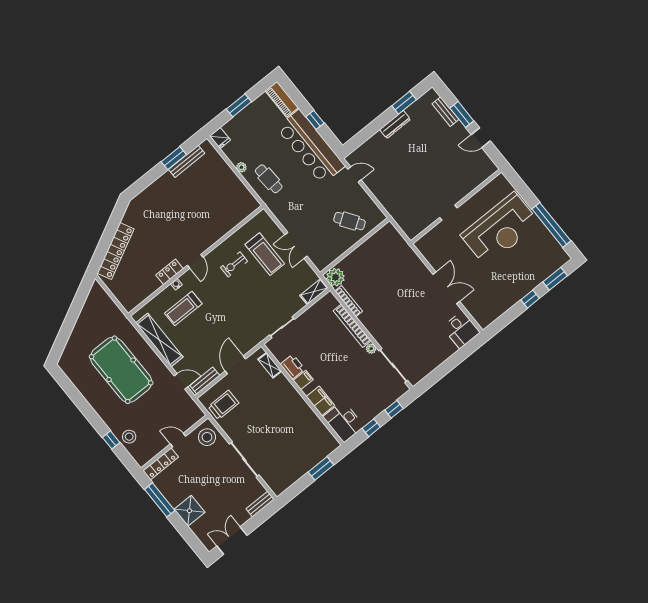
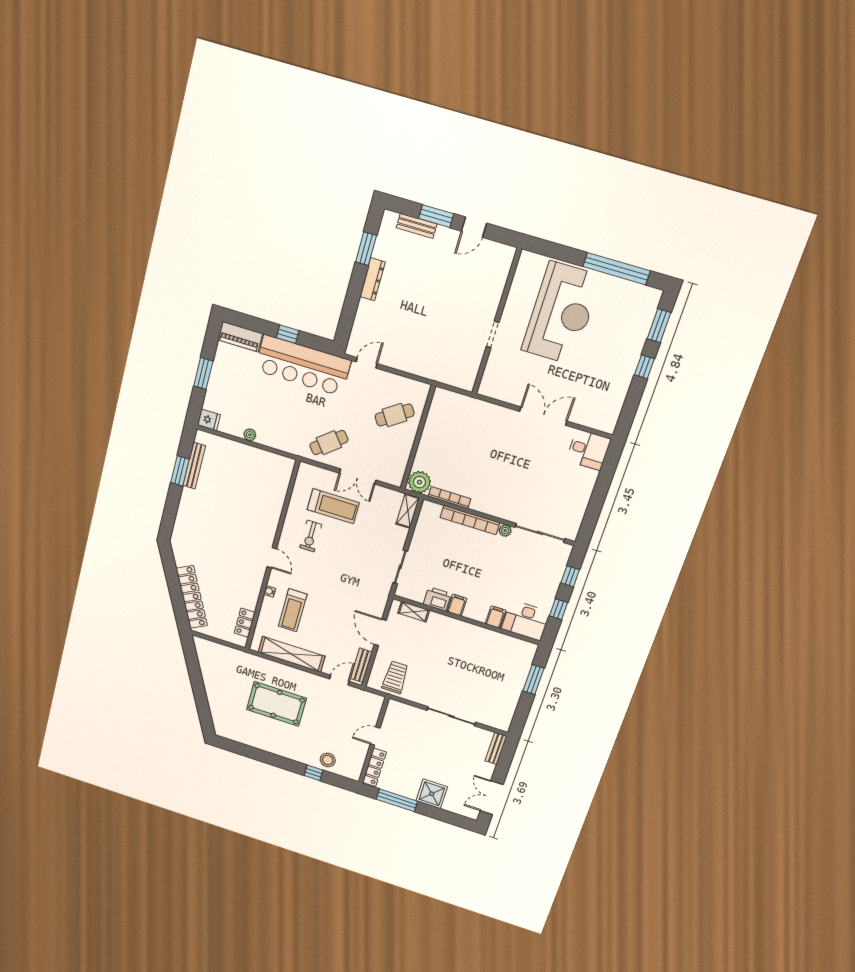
cafe table: (269, 179) -> (329, 443), moved, turned -36
locker: (170, 272) -> (245, 623), moved
pool table: (121, 370) -> (276, 704), width x0.73, depth x0.76
filing cabinet: (320, 401) -> (496, 617), width x0.50
stool: (207, 437) -> (401, 717), removed

